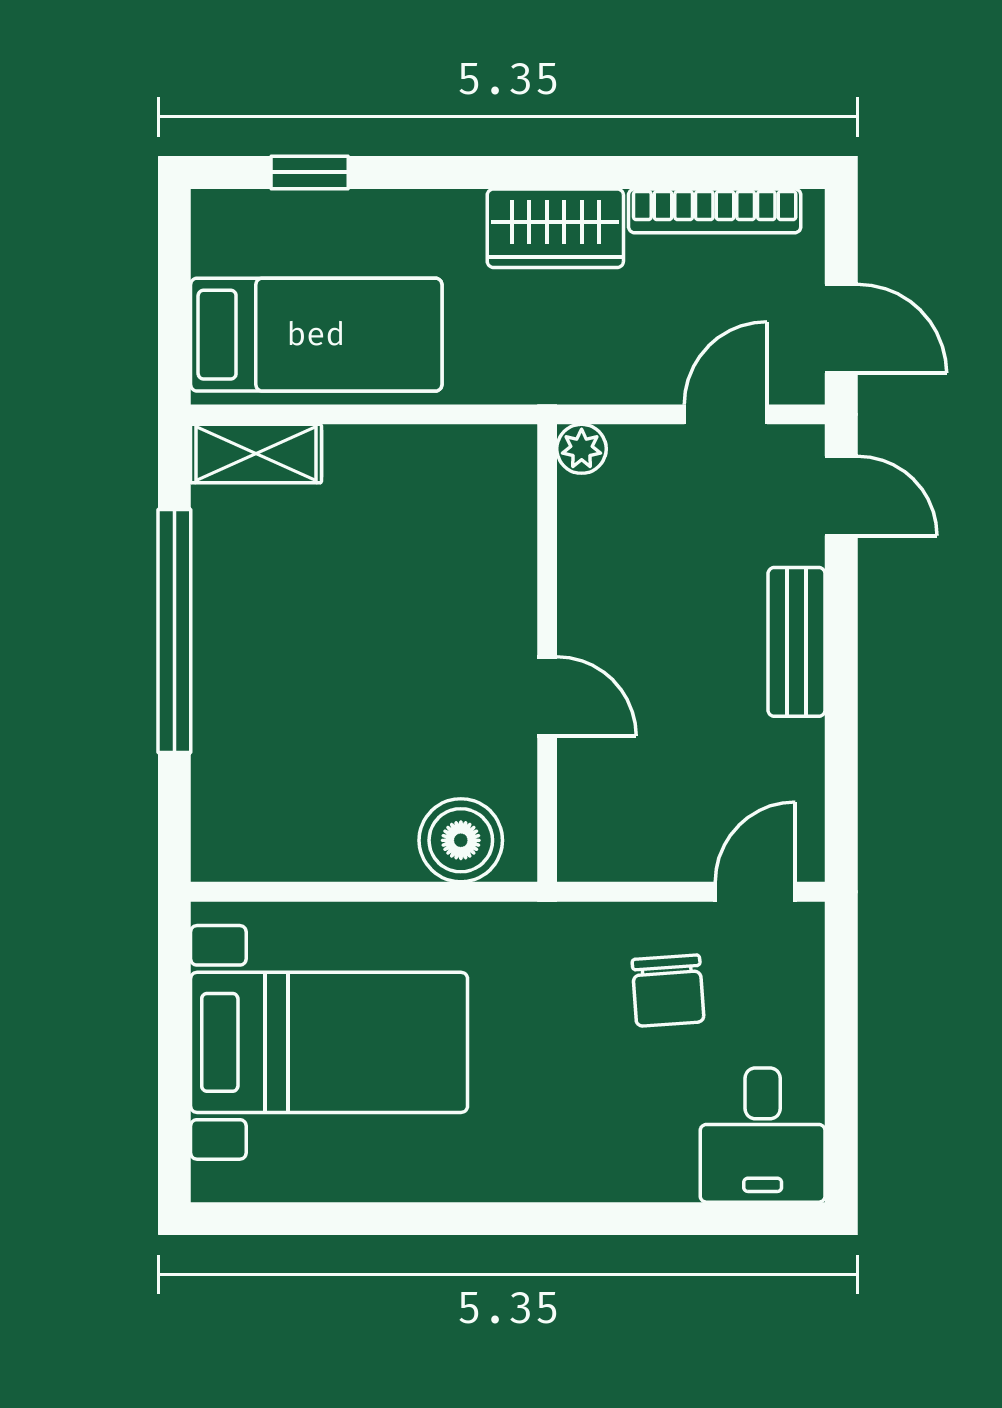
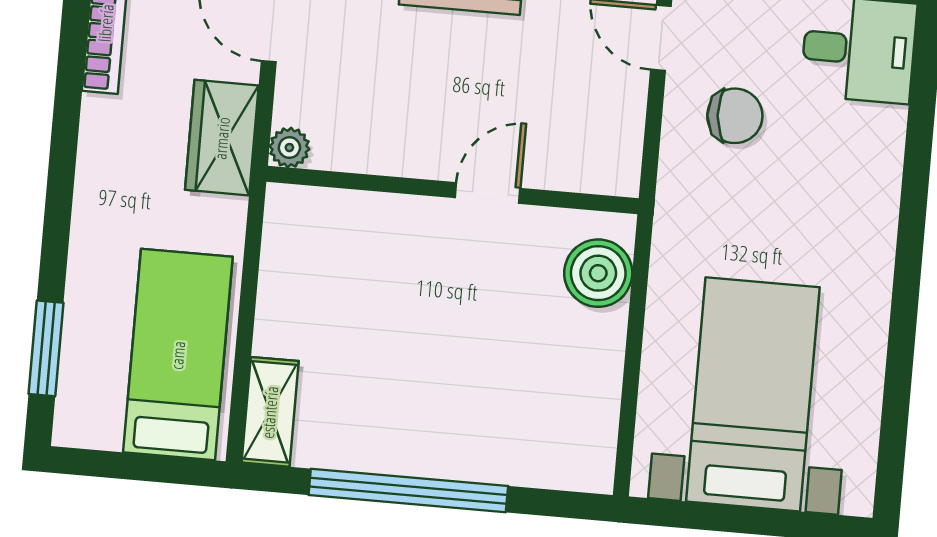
window: (310, 172) -> (46, 348), width x1.50
wardrobe: (555, 228) -> (222, 138), moved, turned 180

